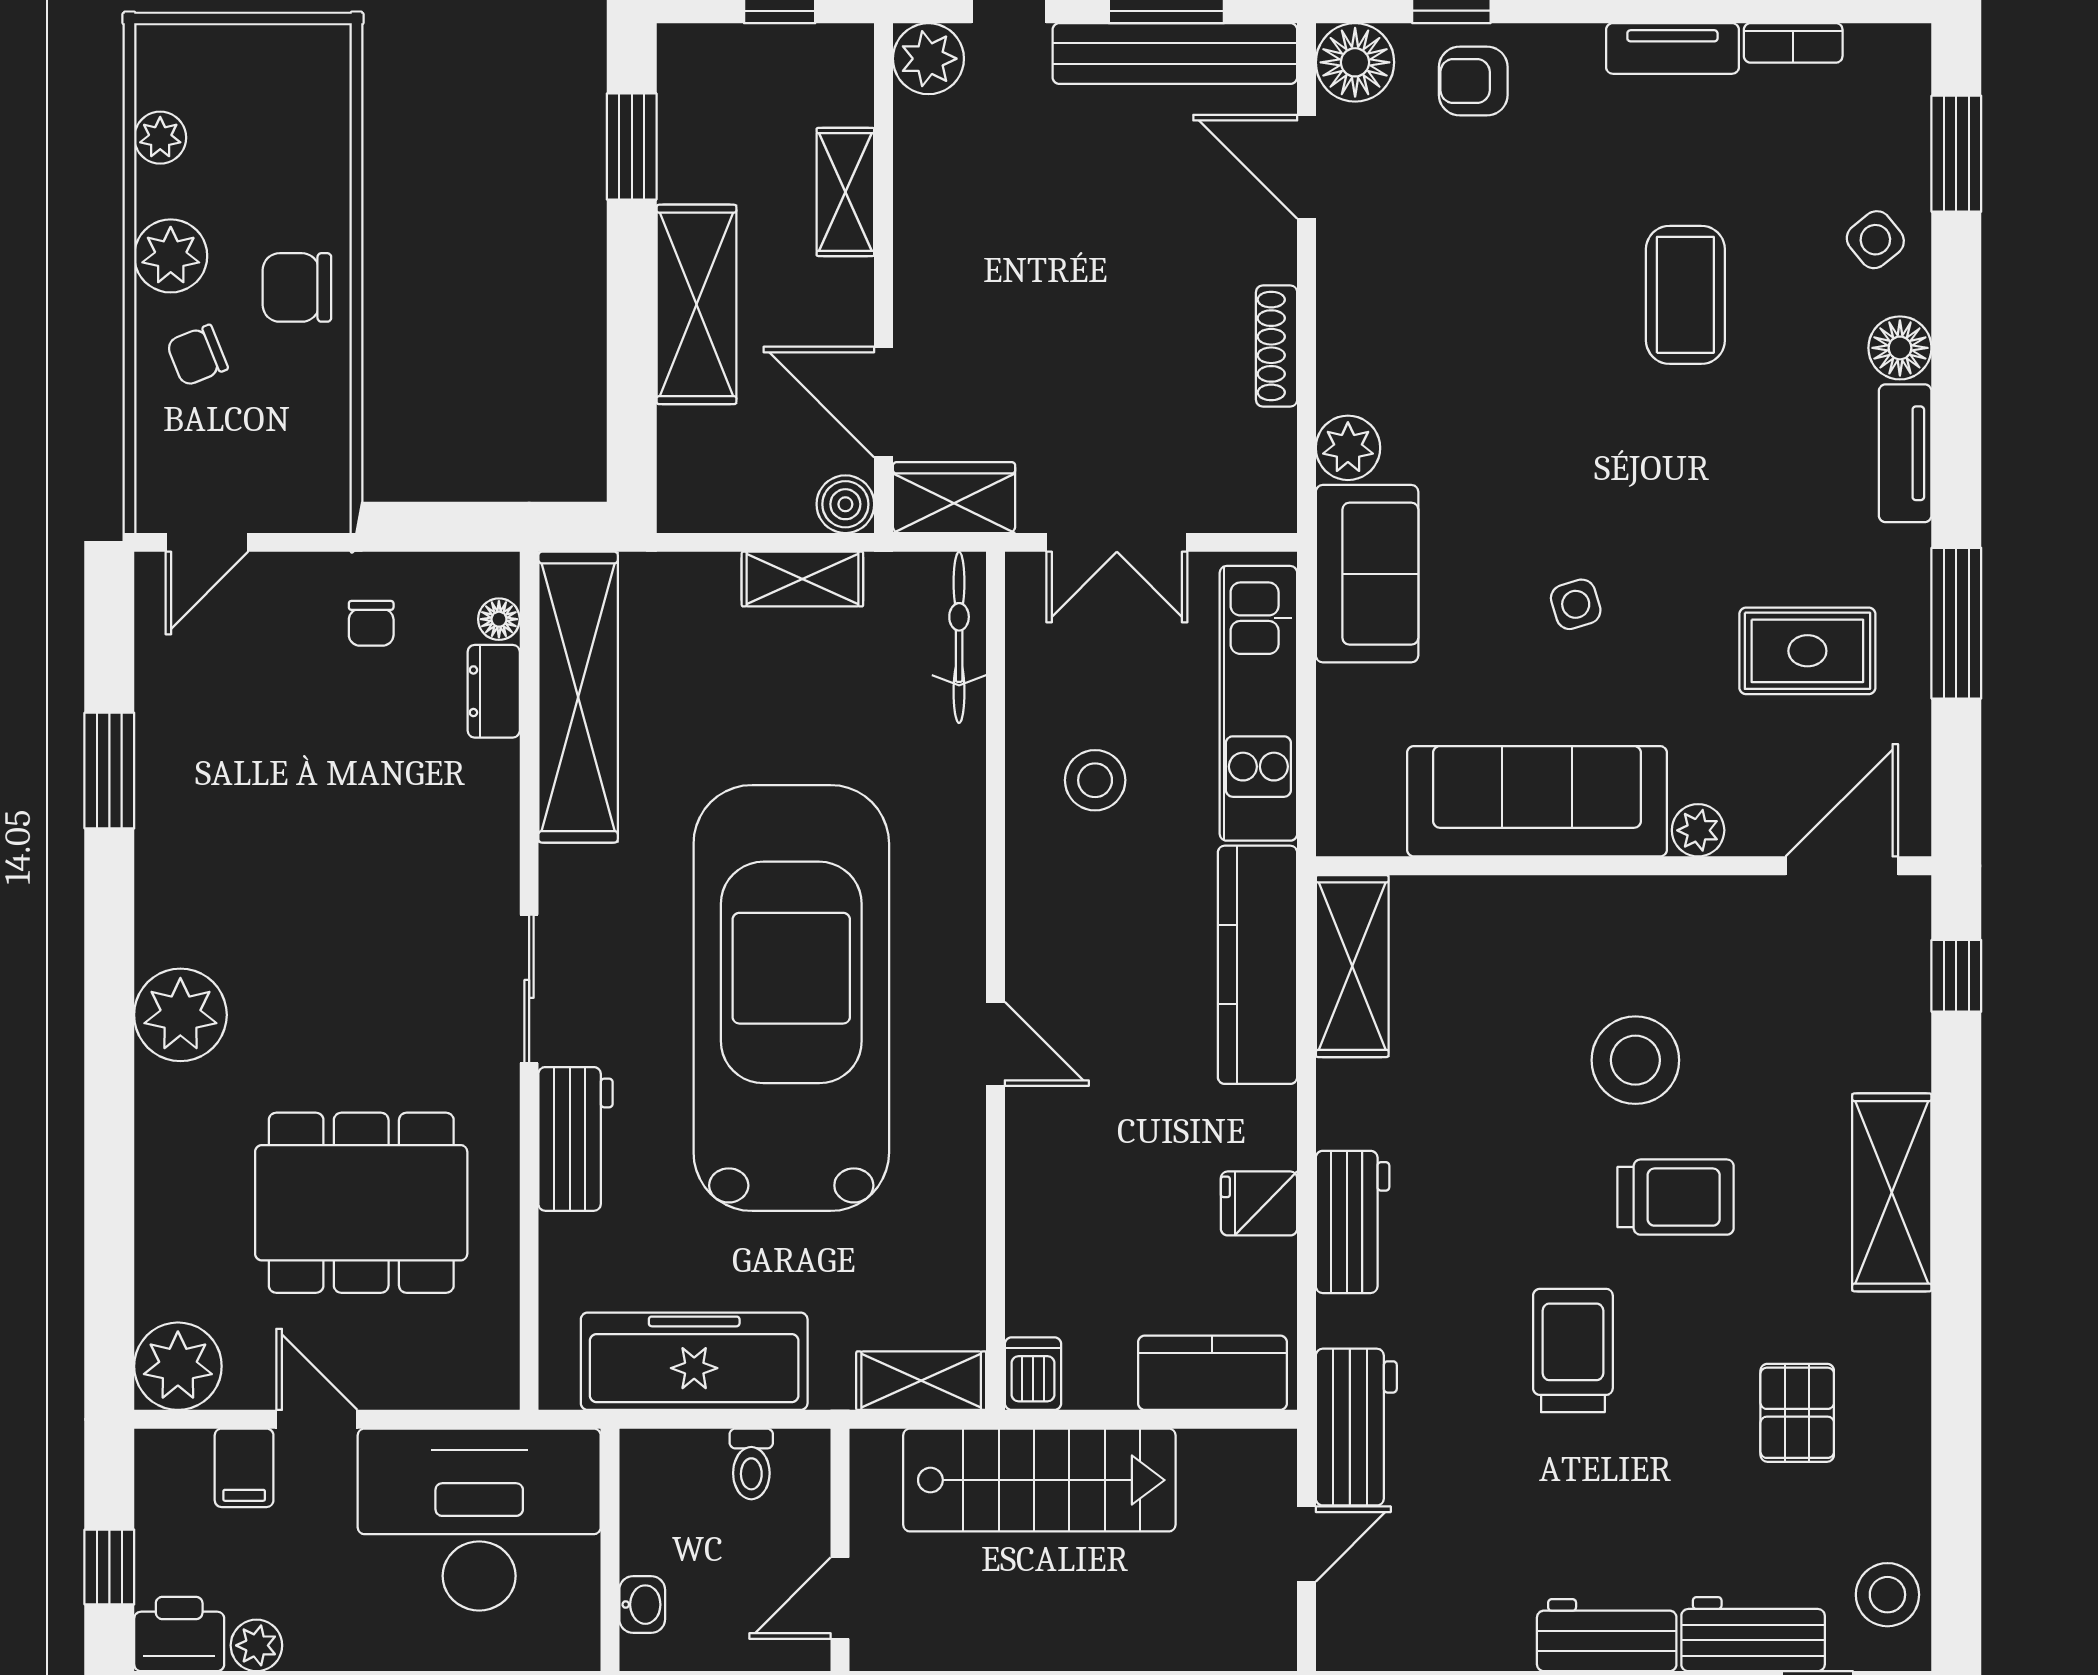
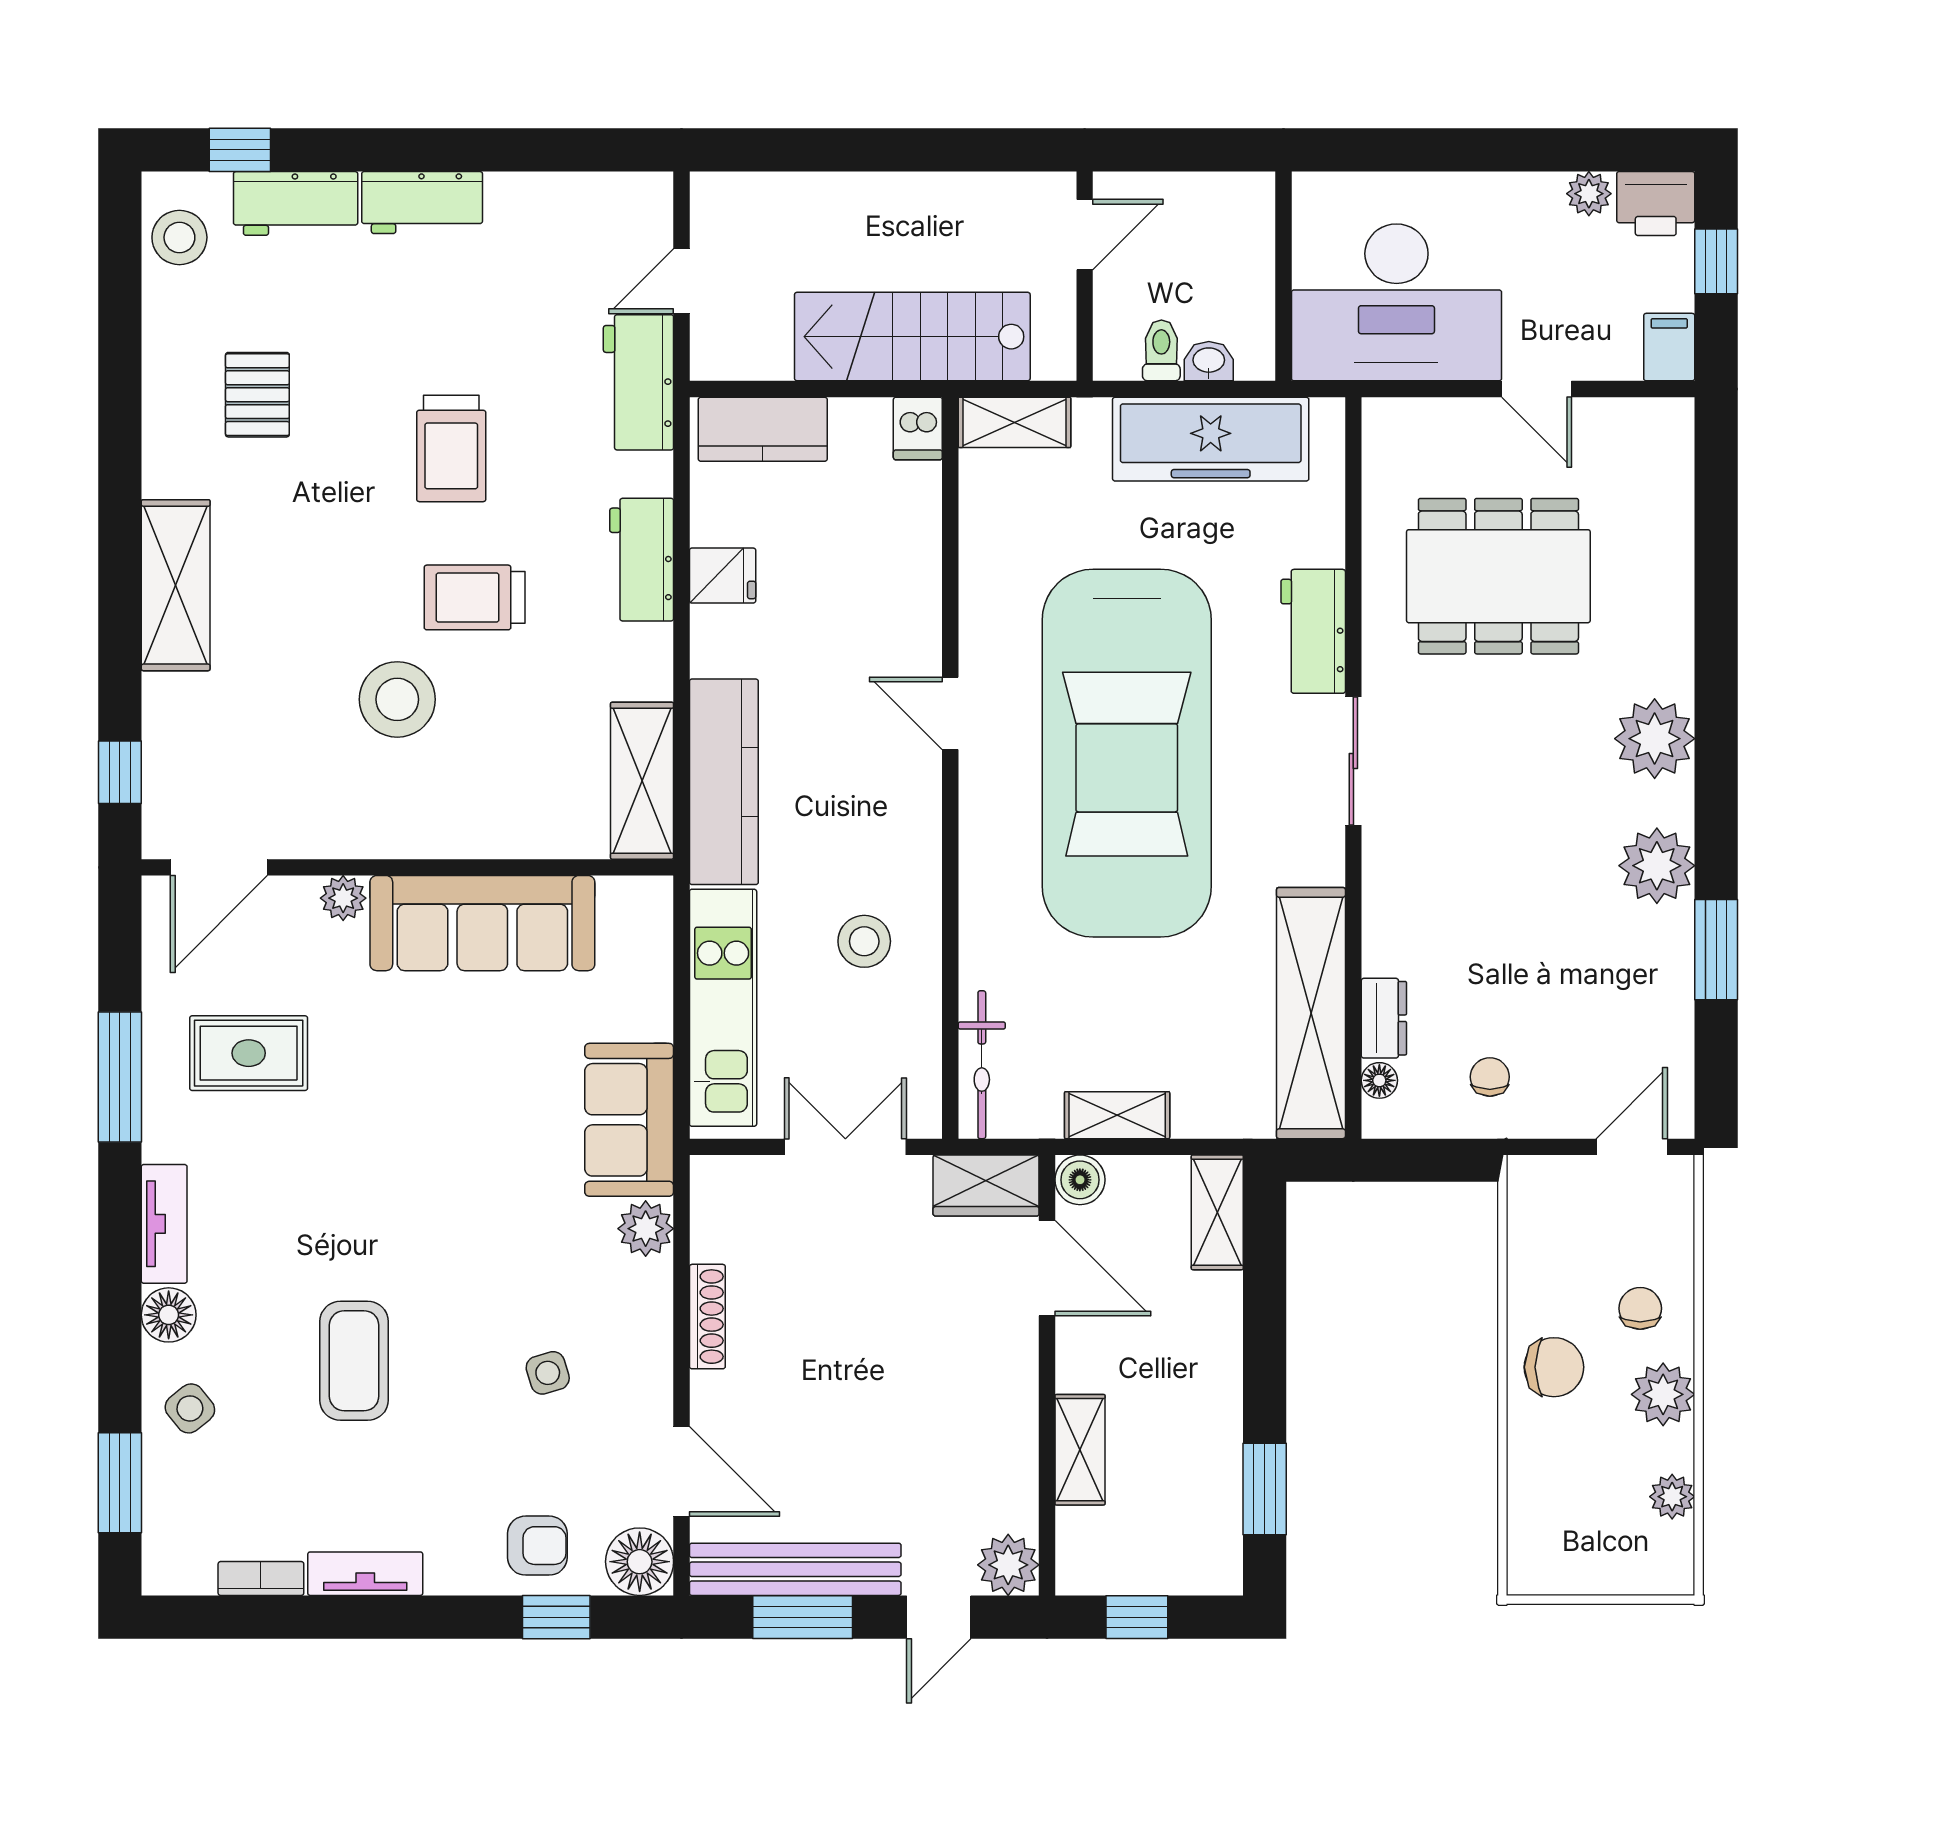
shelving: (696, 304) -> (1217, 1212), moved, width x0.67, depth x0.75
chair: (197, 355) -> (1640, 1308), turned -68
side table: (1576, 604) -> (548, 1373), moved
trolley: (1676, 1197) -> (475, 597), moved
plant: (178, 1366) -> (1657, 866), moved
filing cabinet: (244, 1468) -> (1669, 347), moved
washbasin: (642, 1605) -> (1209, 361), moved, turned 90

